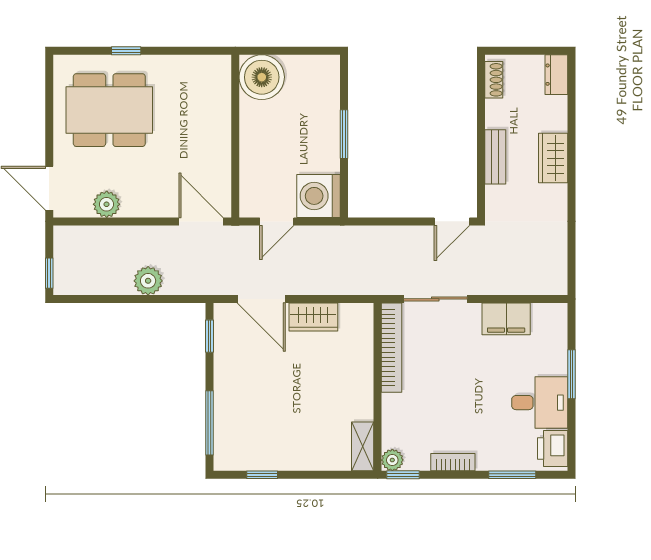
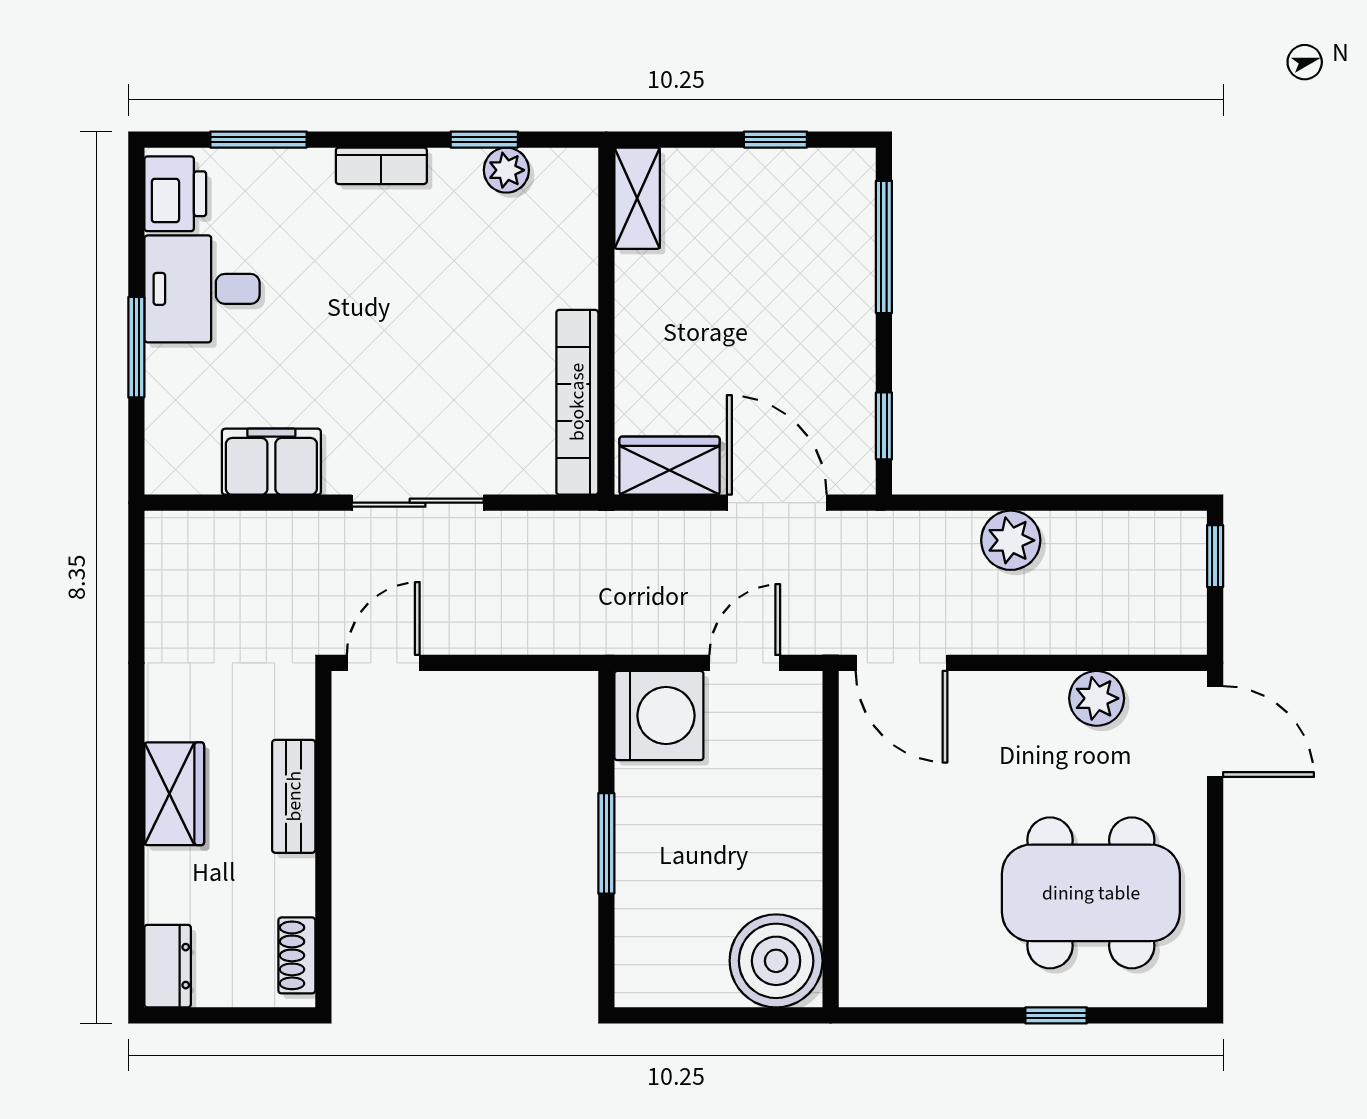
bookcase: (392, 348) -> (577, 402), moved
wall: (378, 387) -> (606, 321), moved
shelving: (363, 446) -> (637, 198), moved

